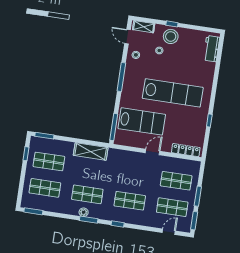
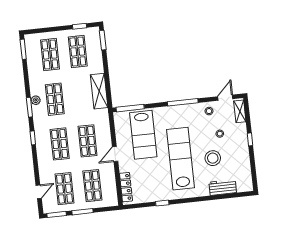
stool: (171, 36) -> (213, 158), moved
workbench: (211, 49) -> (223, 187), moved
lab bench: (173, 93) -> (180, 159), turned 180
door: (153, 152) -> (115, 154), swing flipped
shop shelf: (134, 174) -> (87, 141), added
door: (169, 232) -> (39, 192), hinge flipped

